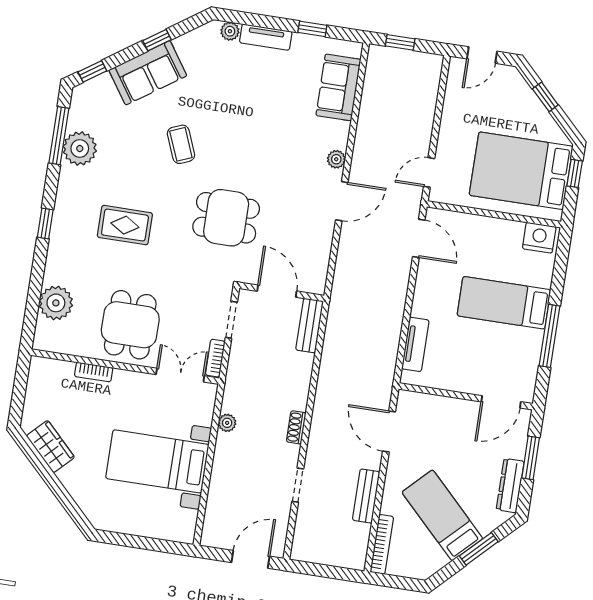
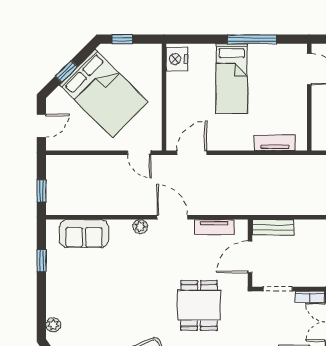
tv unit: (266, 37) -> (214, 227), moved, turned 90
door: (482, 55) -> (41, 126), hinge flipped
bed: (521, 171) -> (104, 93), moved, turned -45

